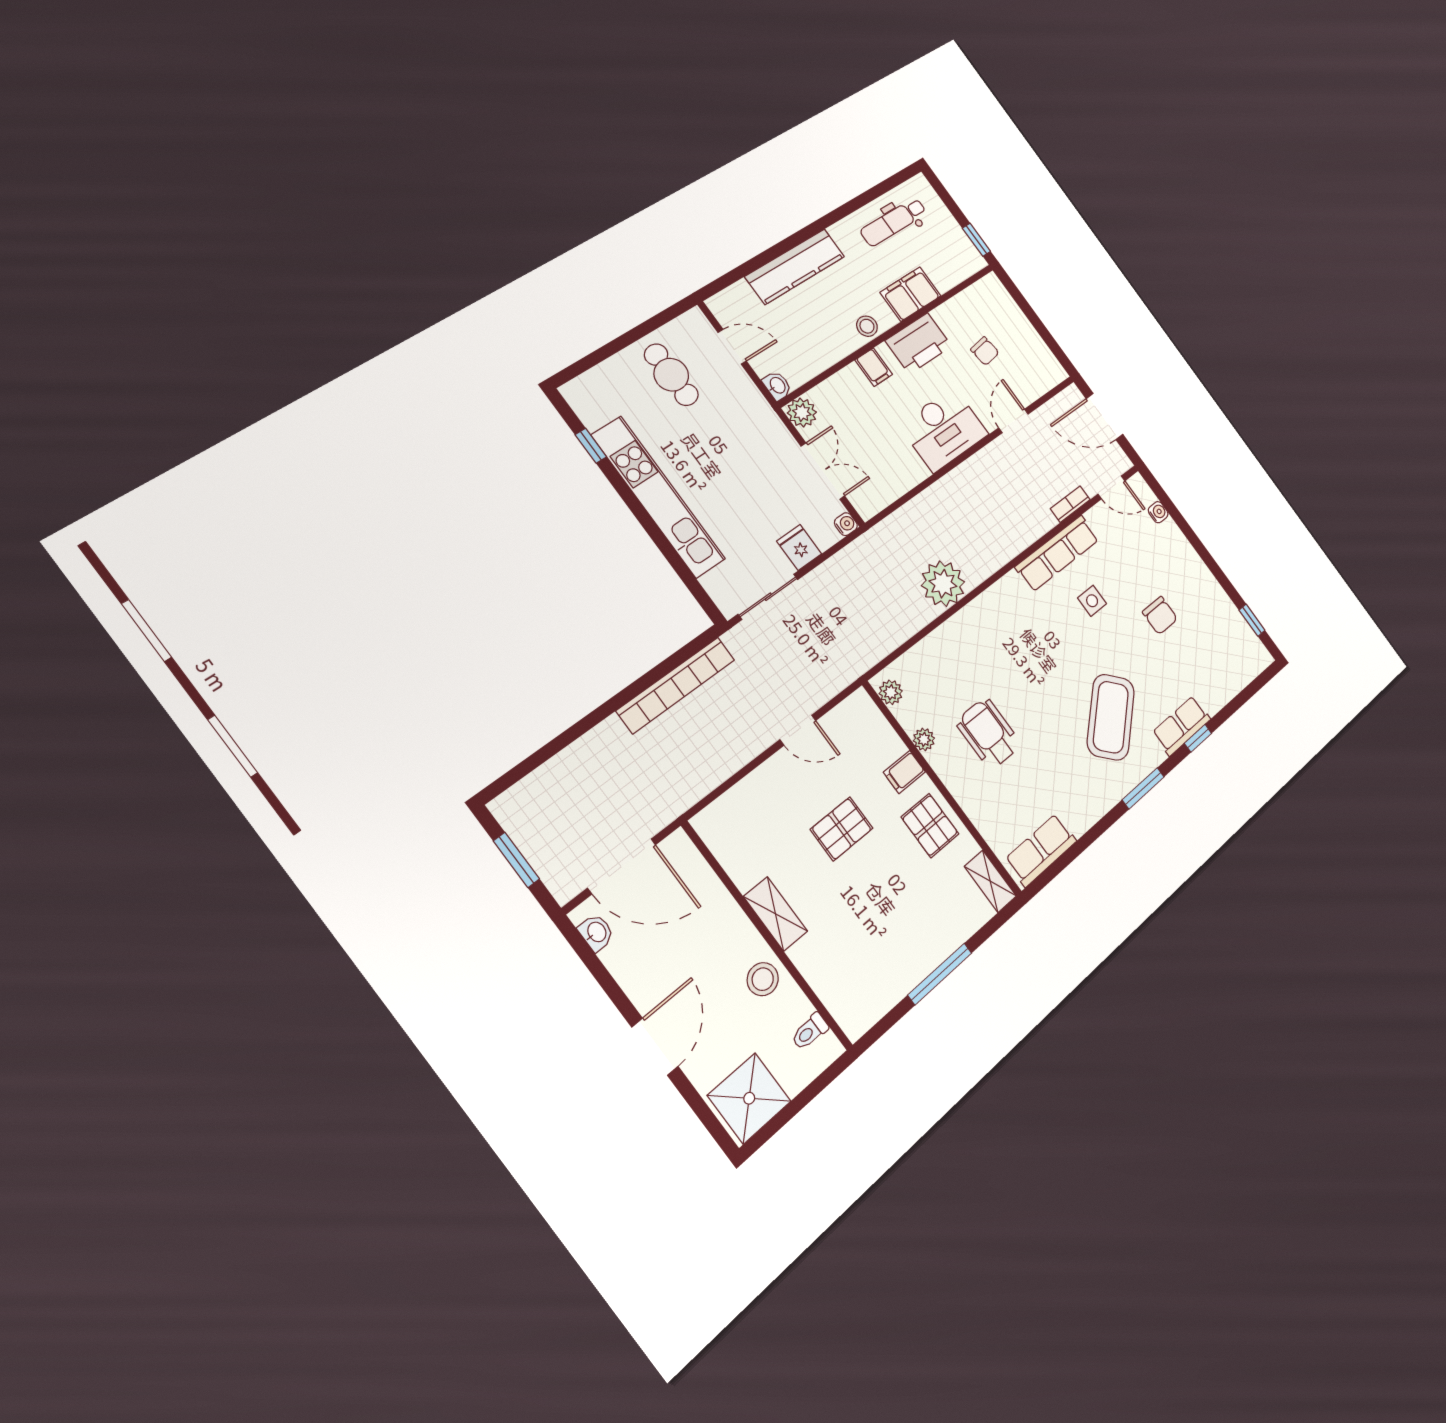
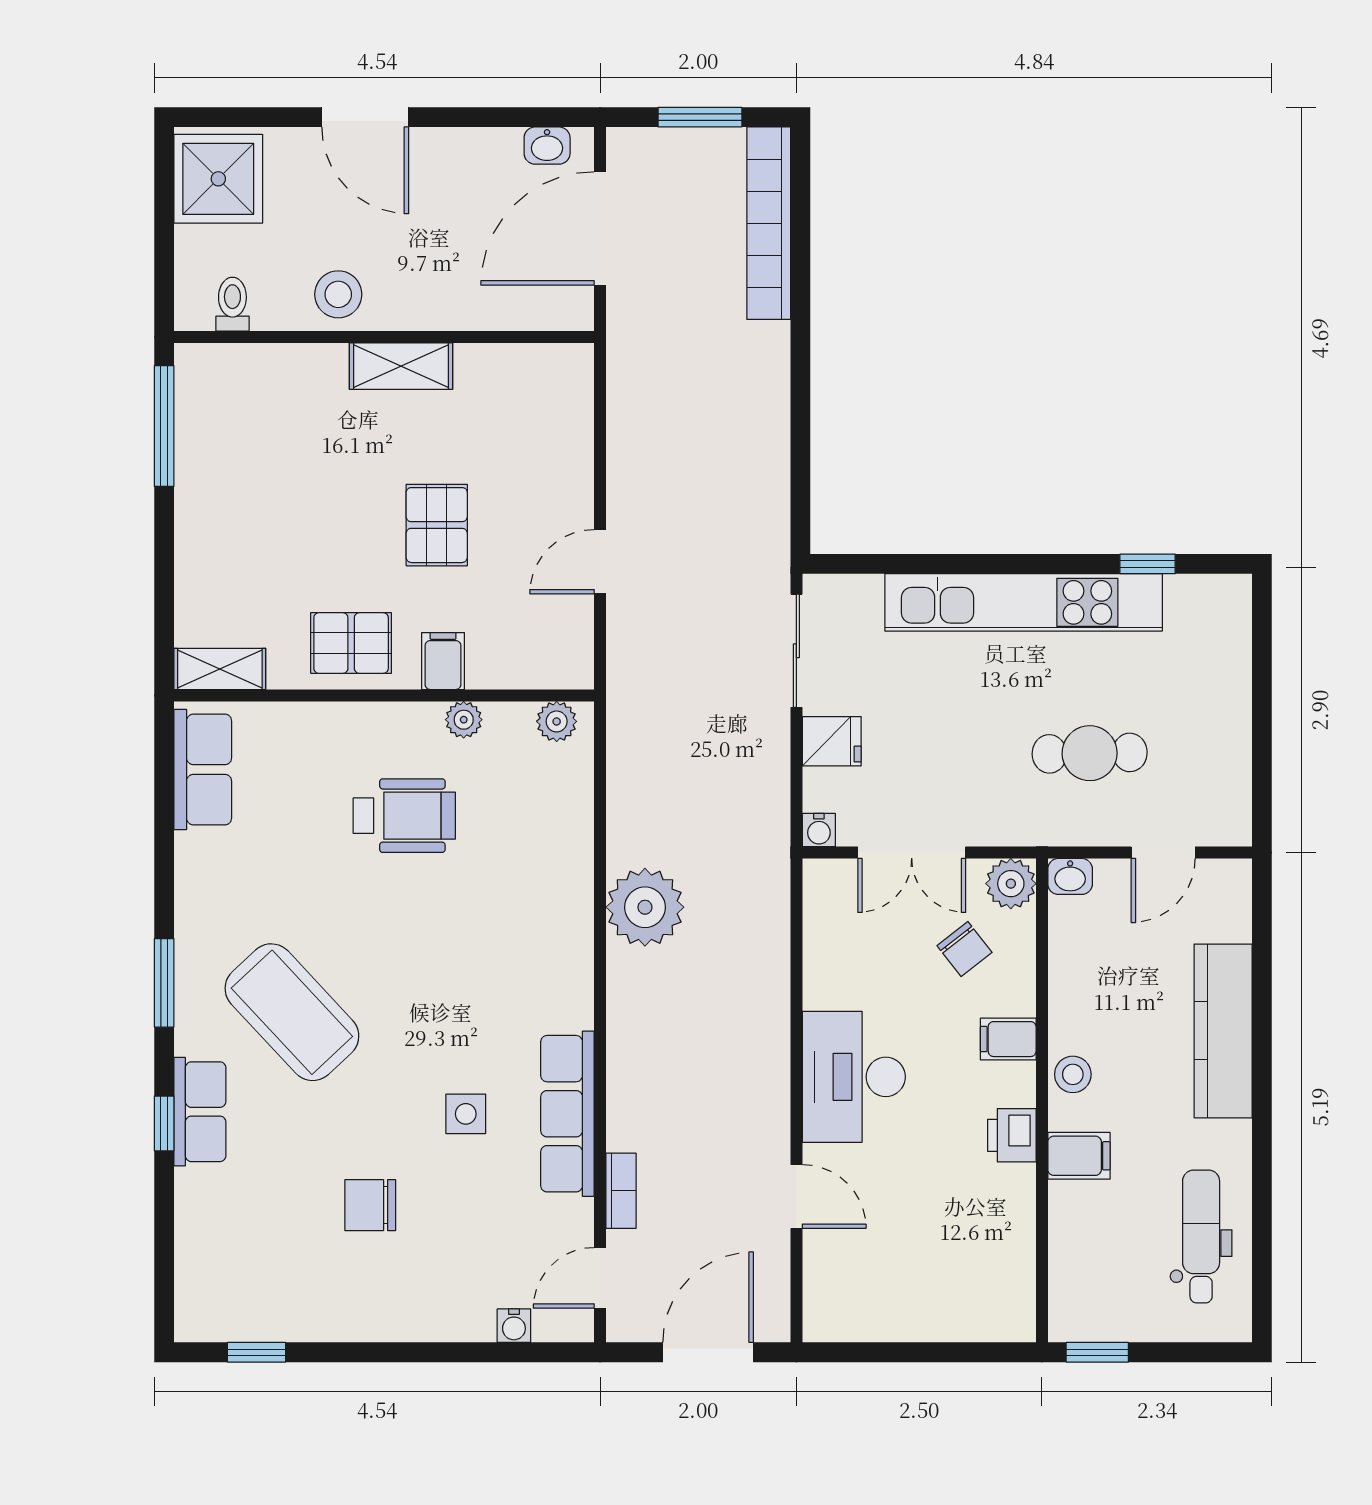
filing cabinet: (910, 294) -> (1079, 1156), width x0.50
printer: (919, 343) -> (1012, 1135), width x0.53, depth x0.68
chair: (985, 351) -> (964, 949), moved, turned -120
cafe table: (671, 375) -> (1090, 753), moved
bookcase: (676, 685) -> (769, 223), moved
window: (940, 974) -> (164, 426), moved

